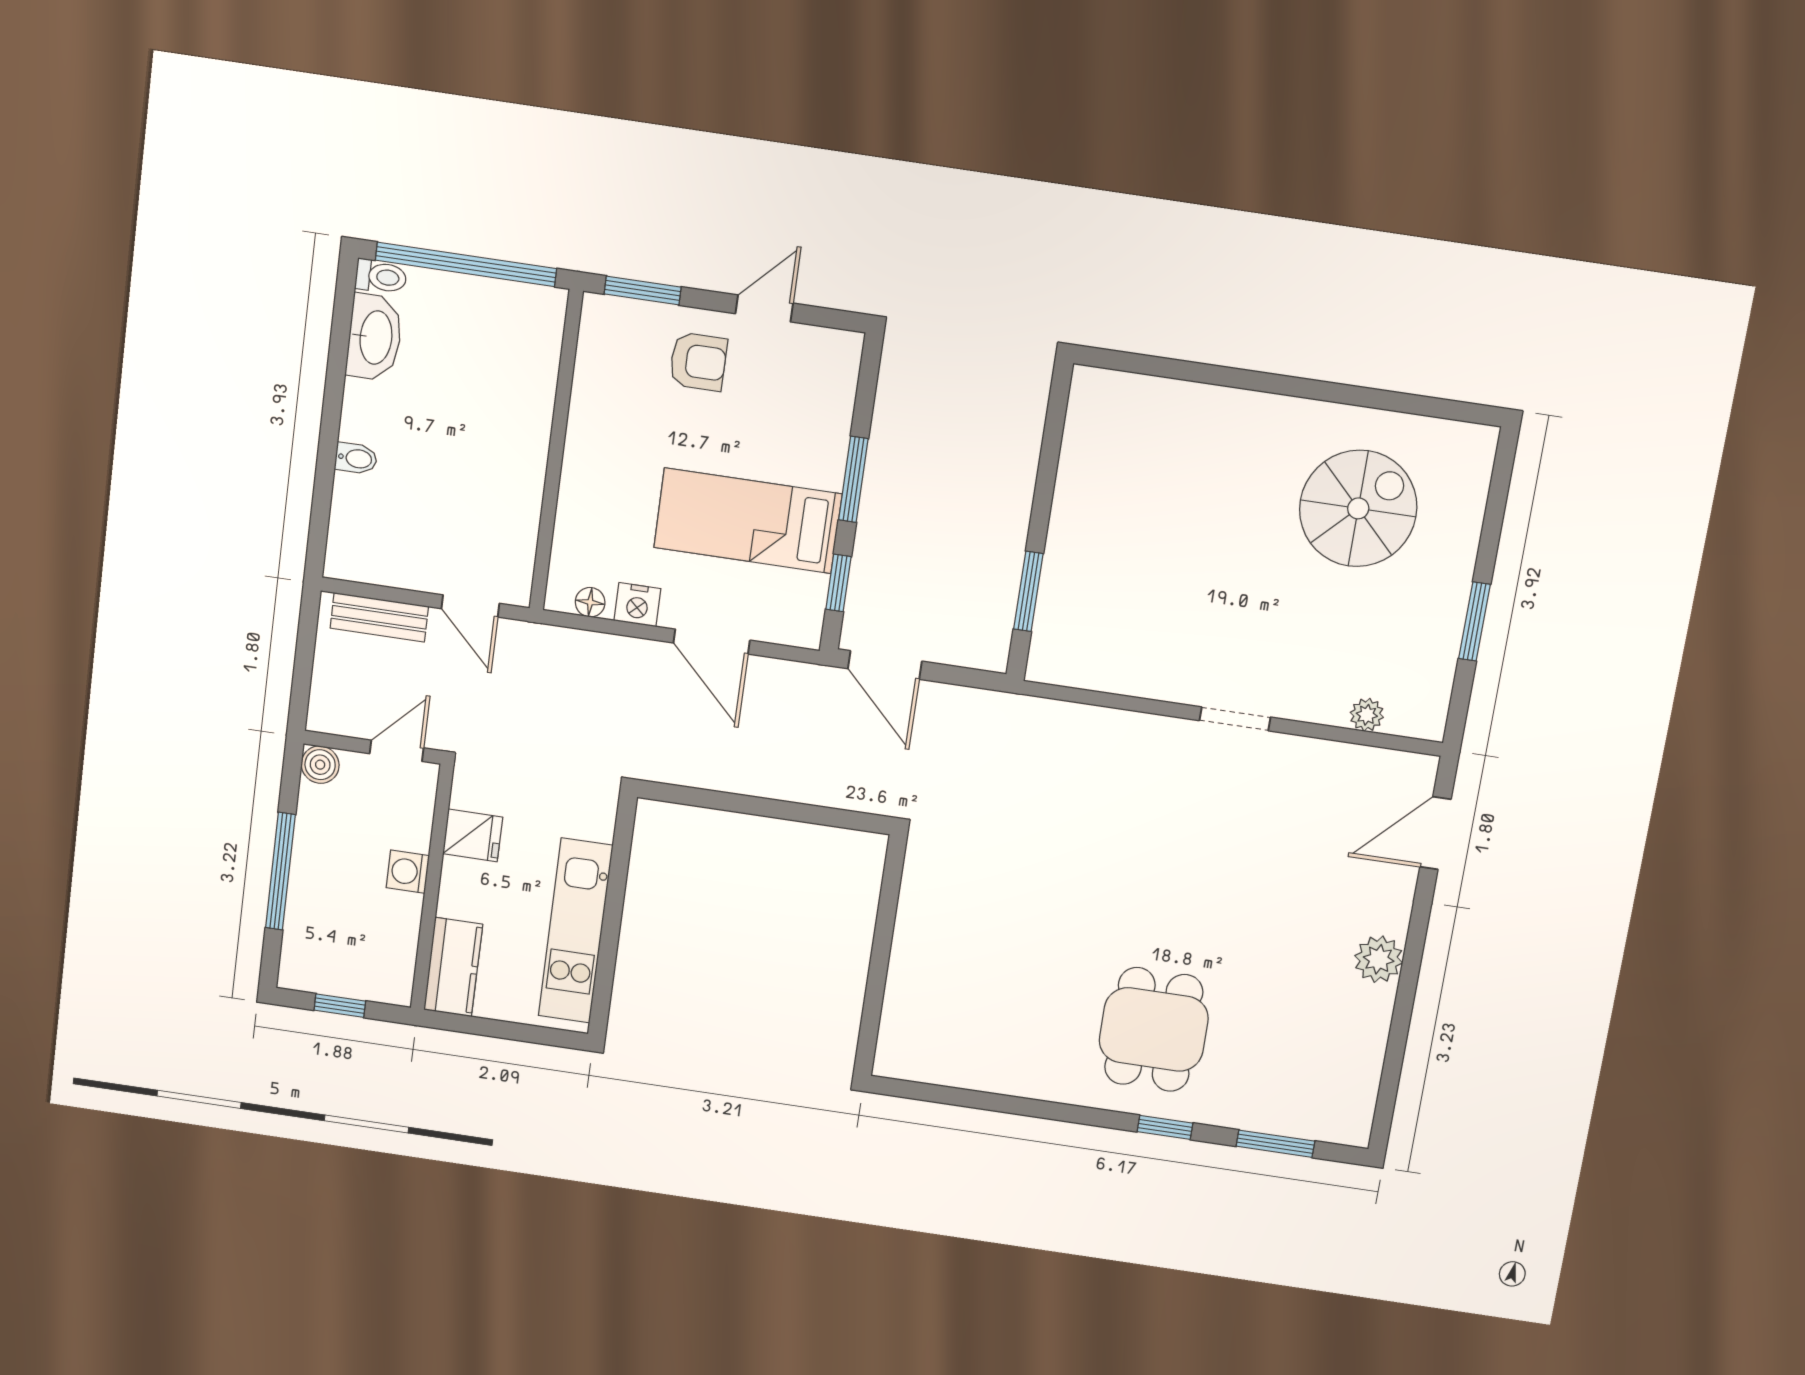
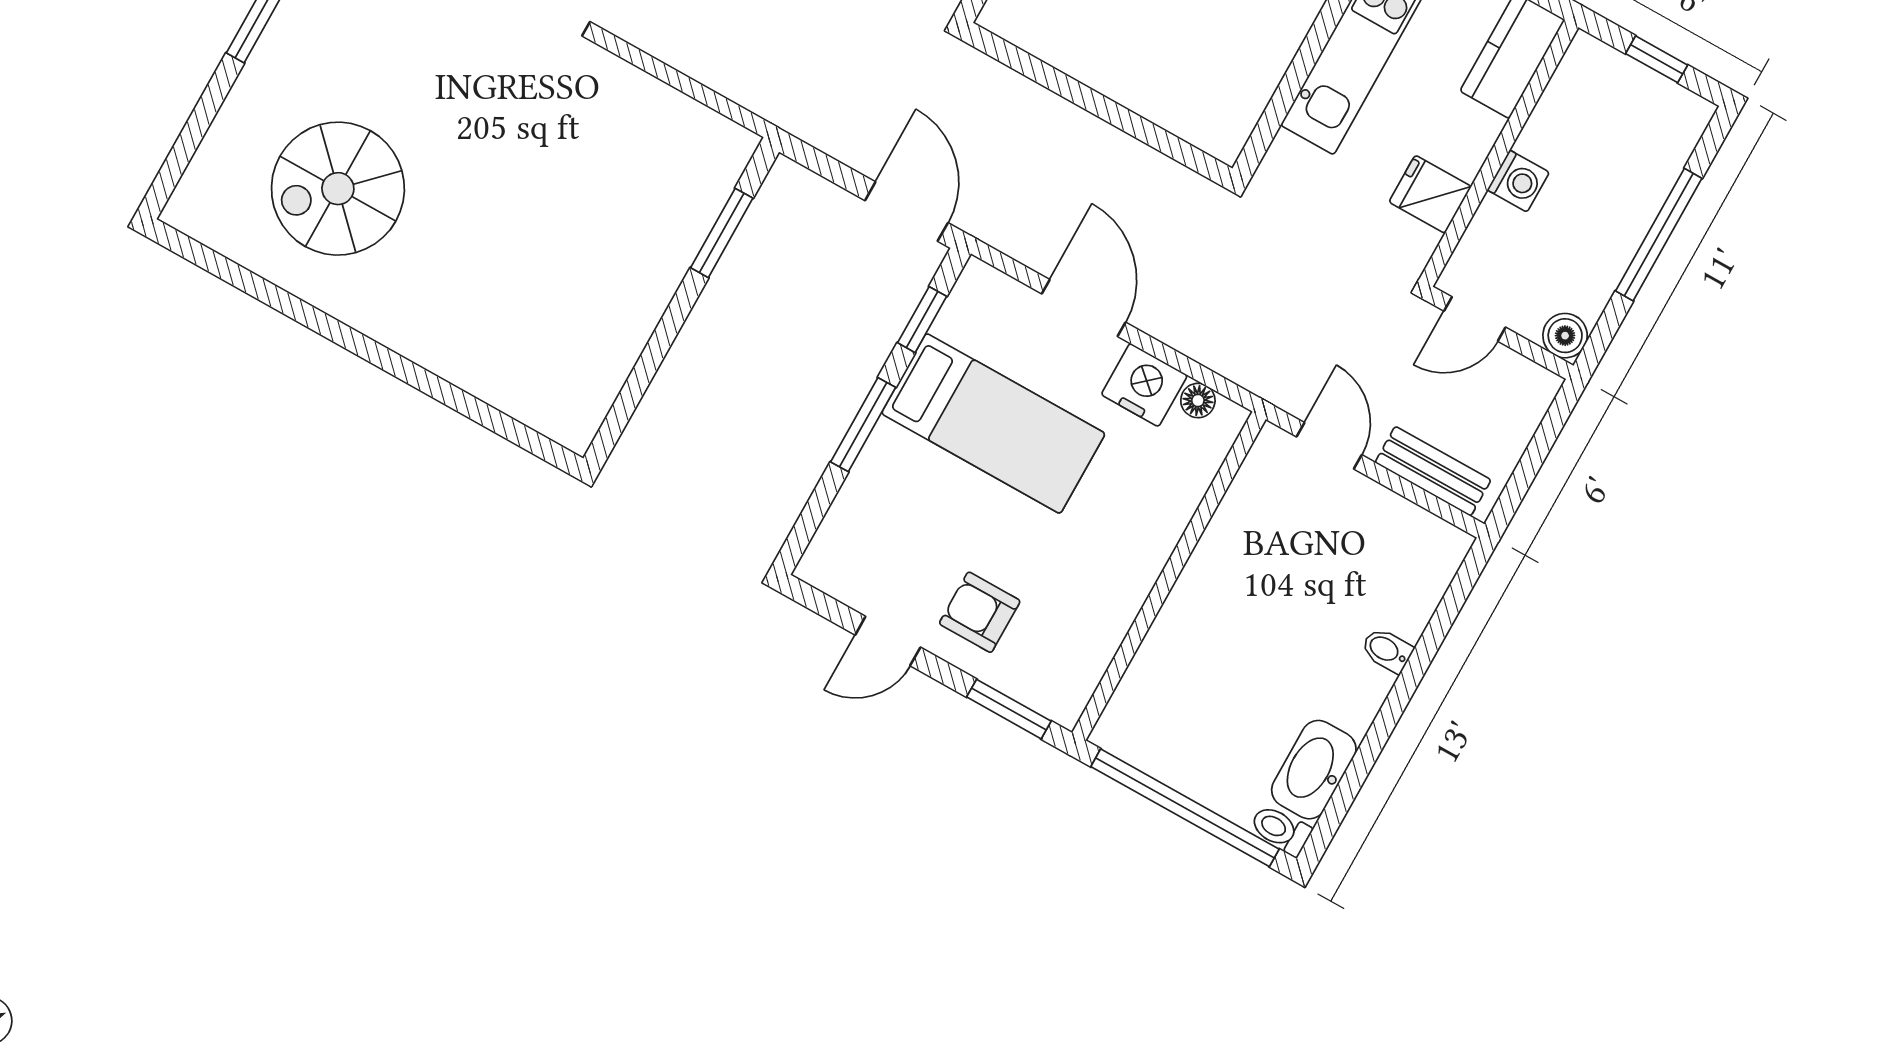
nightstand: (637, 605) -> (1144, 385), width x1.36, depth x1.33

